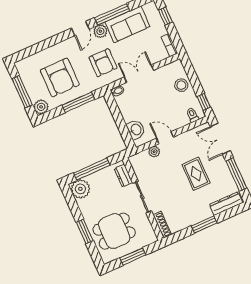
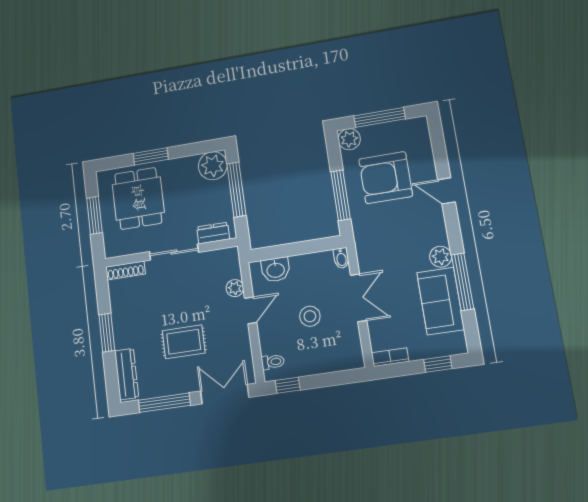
door: (80, 29) -> (446, 191), moved
armchair: (103, 63) -> (391, 248), removed
stool: (181, 85) -> (310, 316), moved

